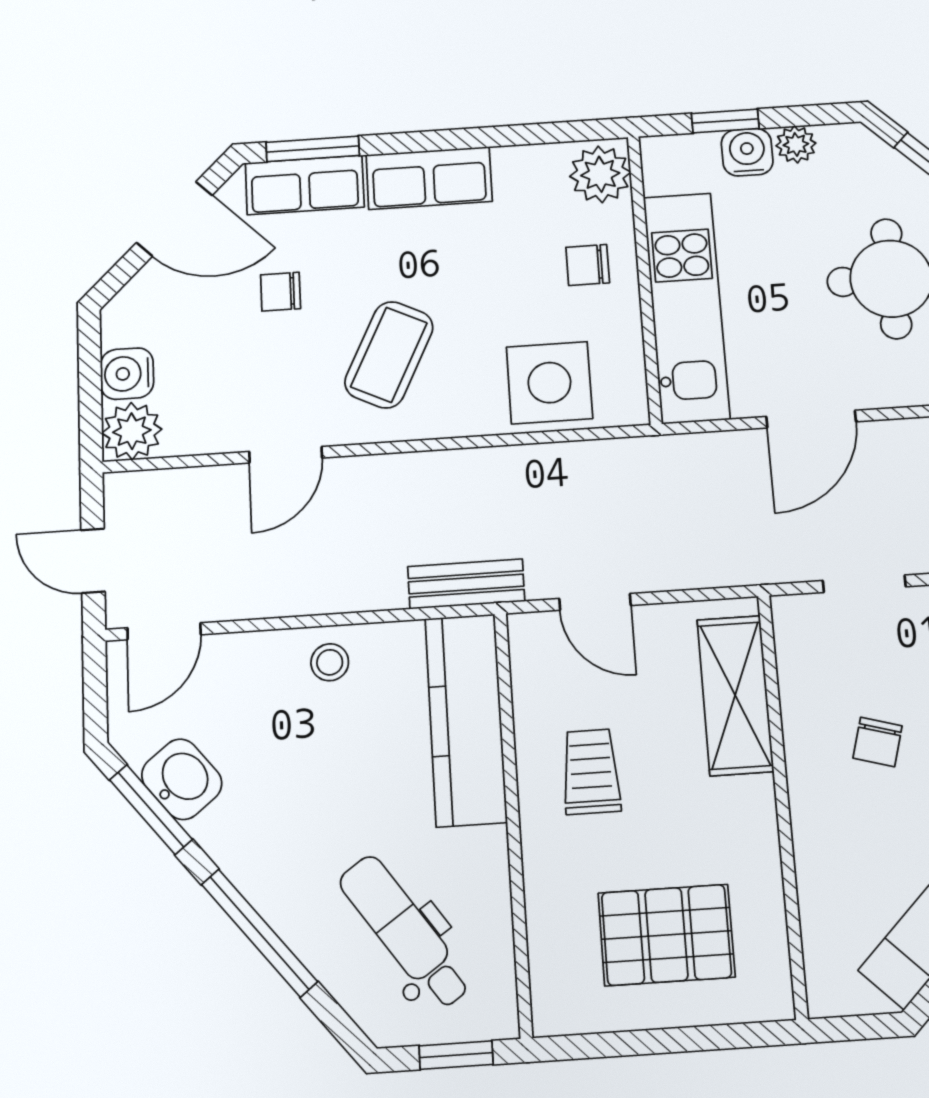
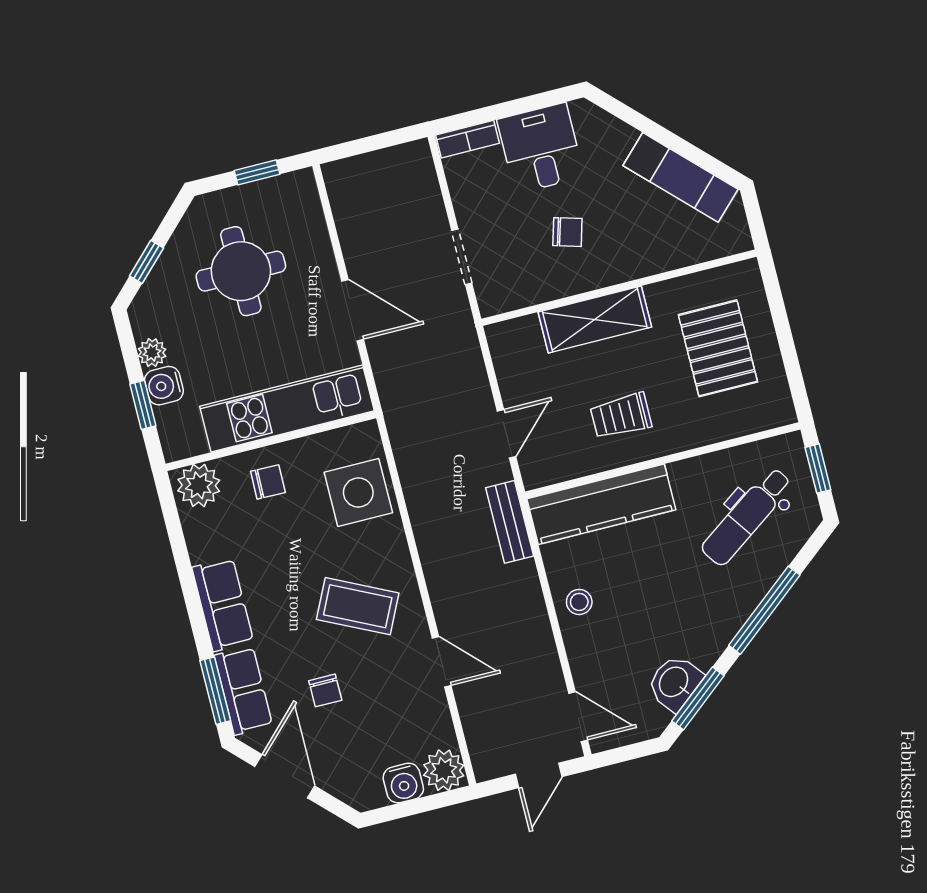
chair: (588, 265) -> (268, 482), turned -89
shelving: (735, 695) -> (595, 320), moved

